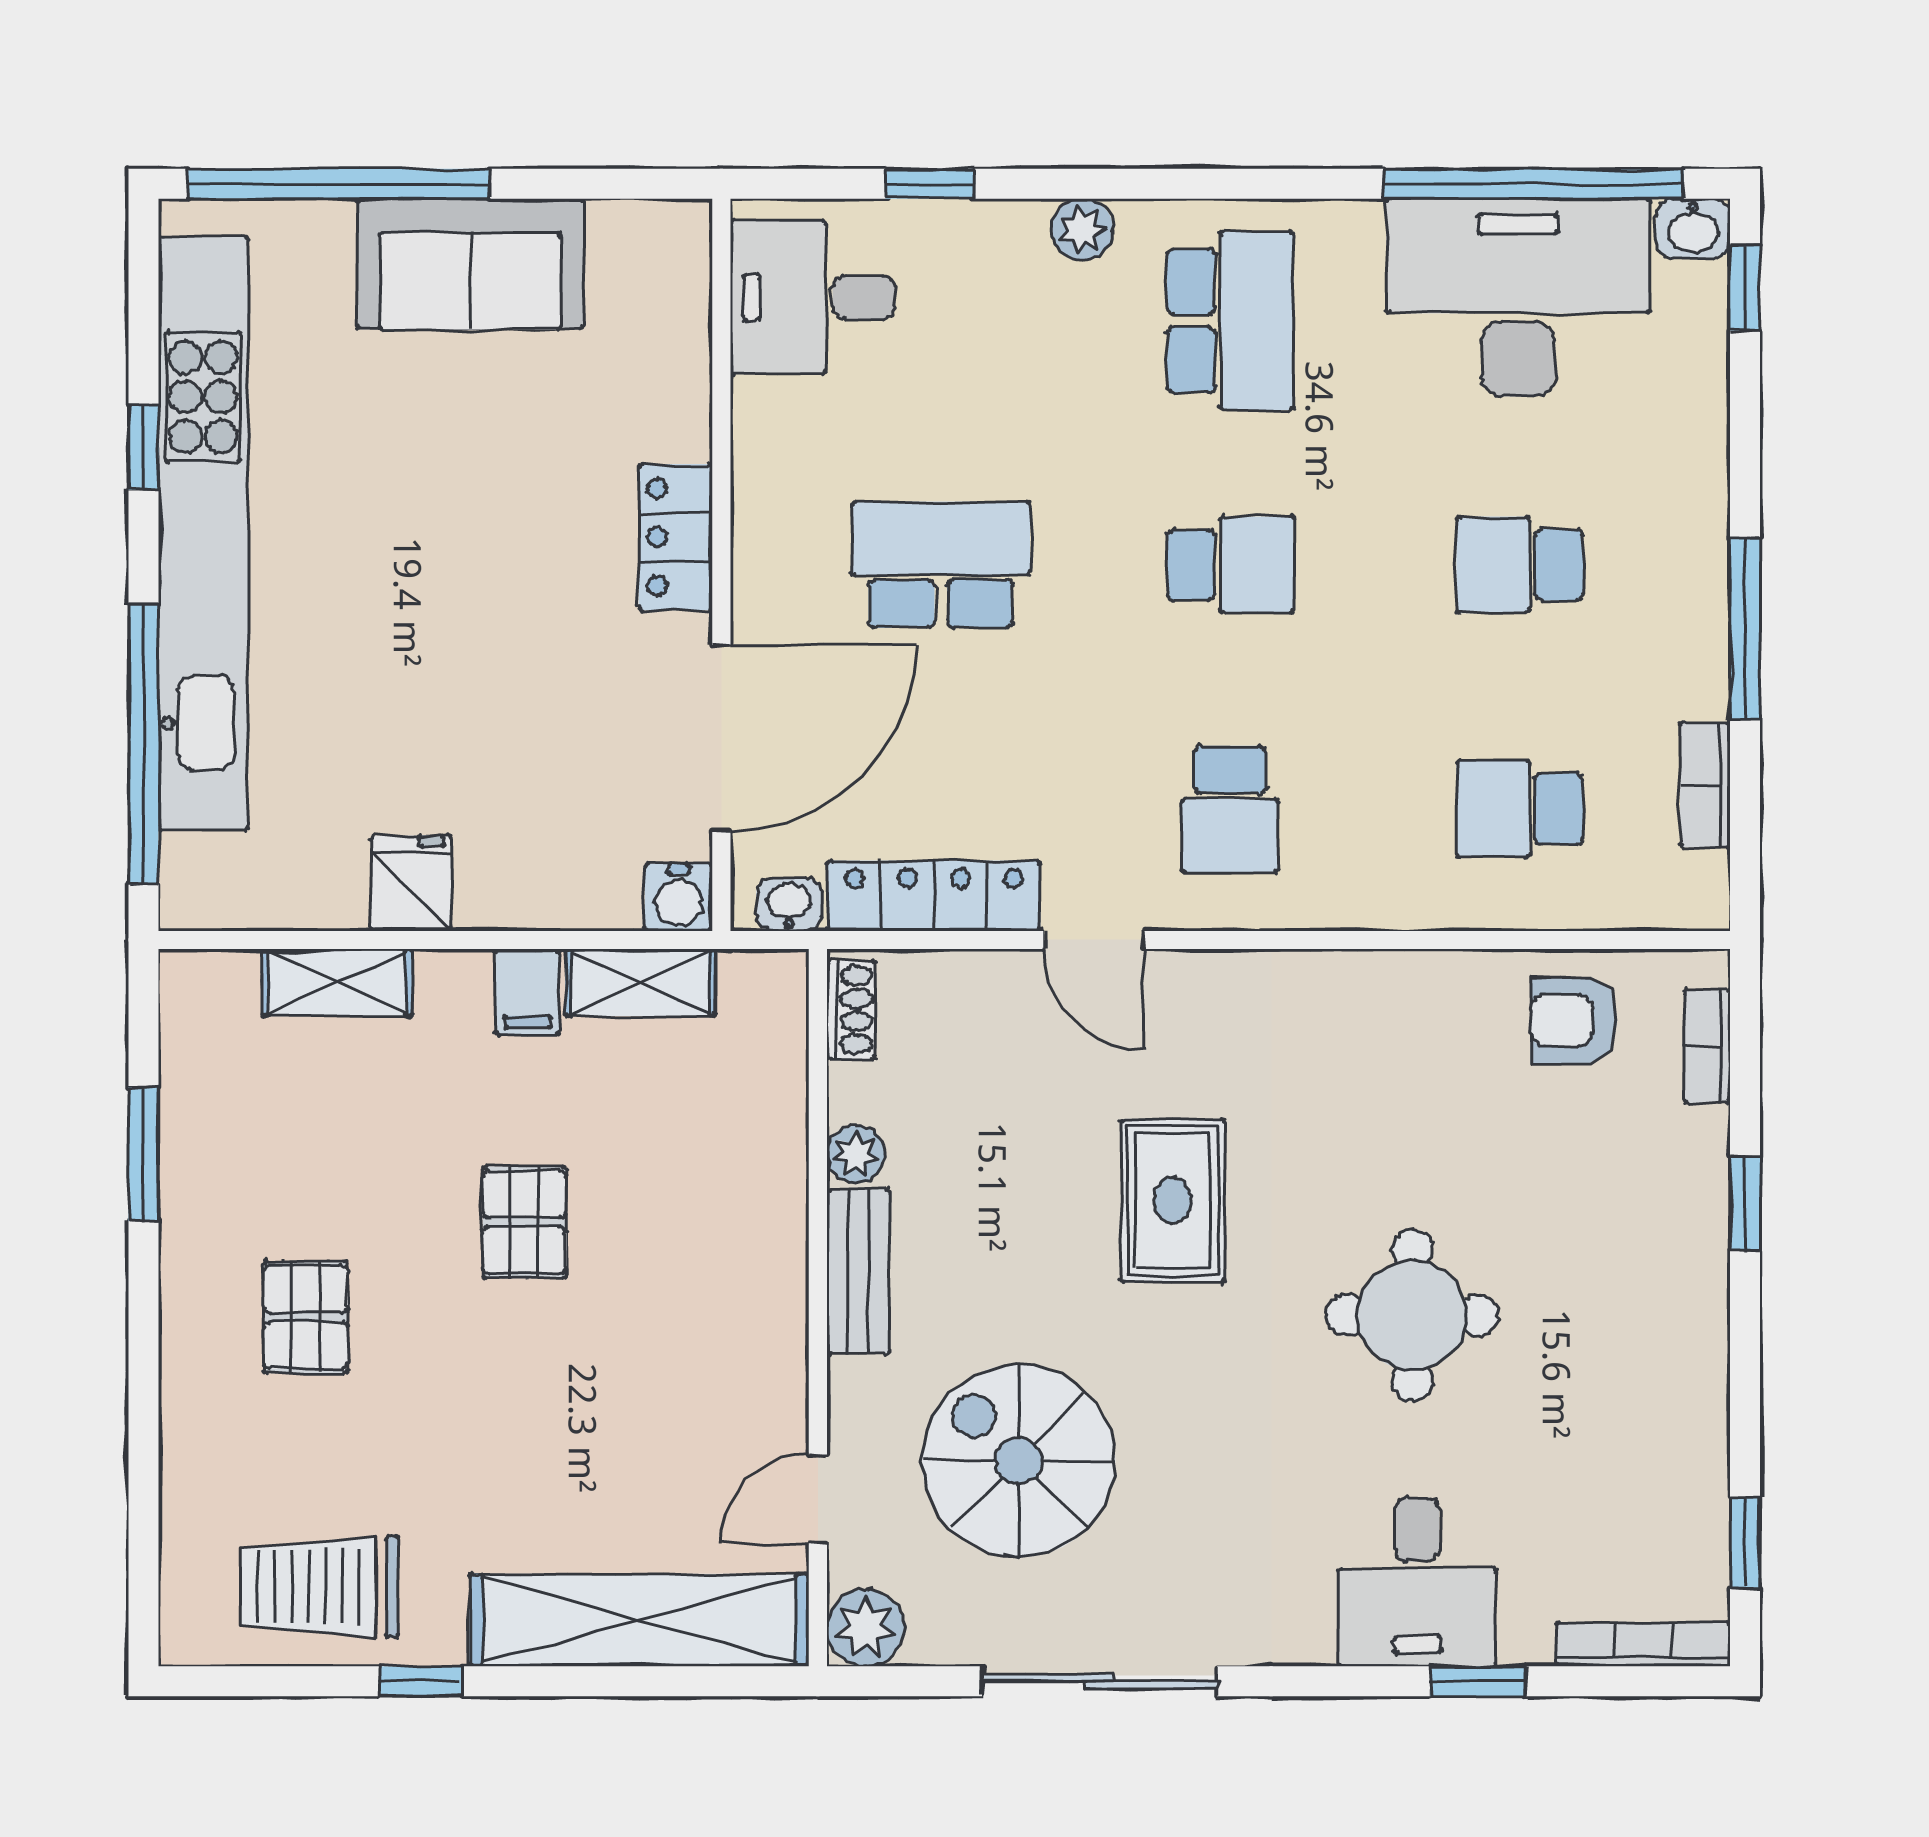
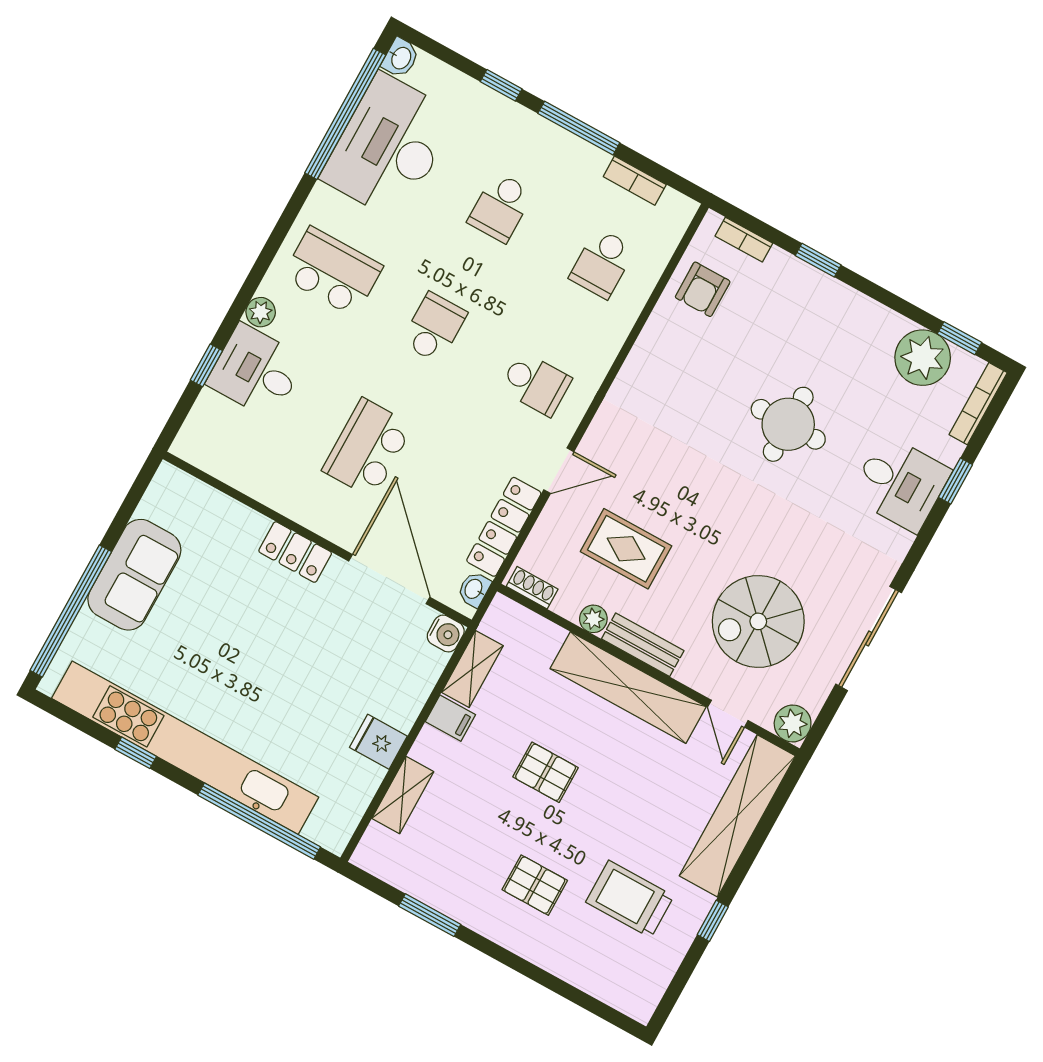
window: (1745, 288) -> (501, 85), moved
desk: (813, 297) -> (256, 371), moved, turned 90
rug: (1173, 1200) -> (626, 549), moved
shelving: (764, 1288) -> (628, 688), added
plant: (1672, 1495) -> (923, 358), added
trolley: (320, 1587) -> (630, 899), moved, turned 90

